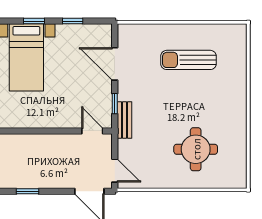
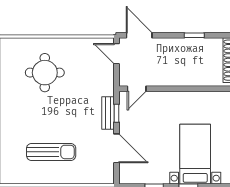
bench: (124, 120) -> (108, 113), moved
door: (92, 131) -> (137, 89), hinge flipped

